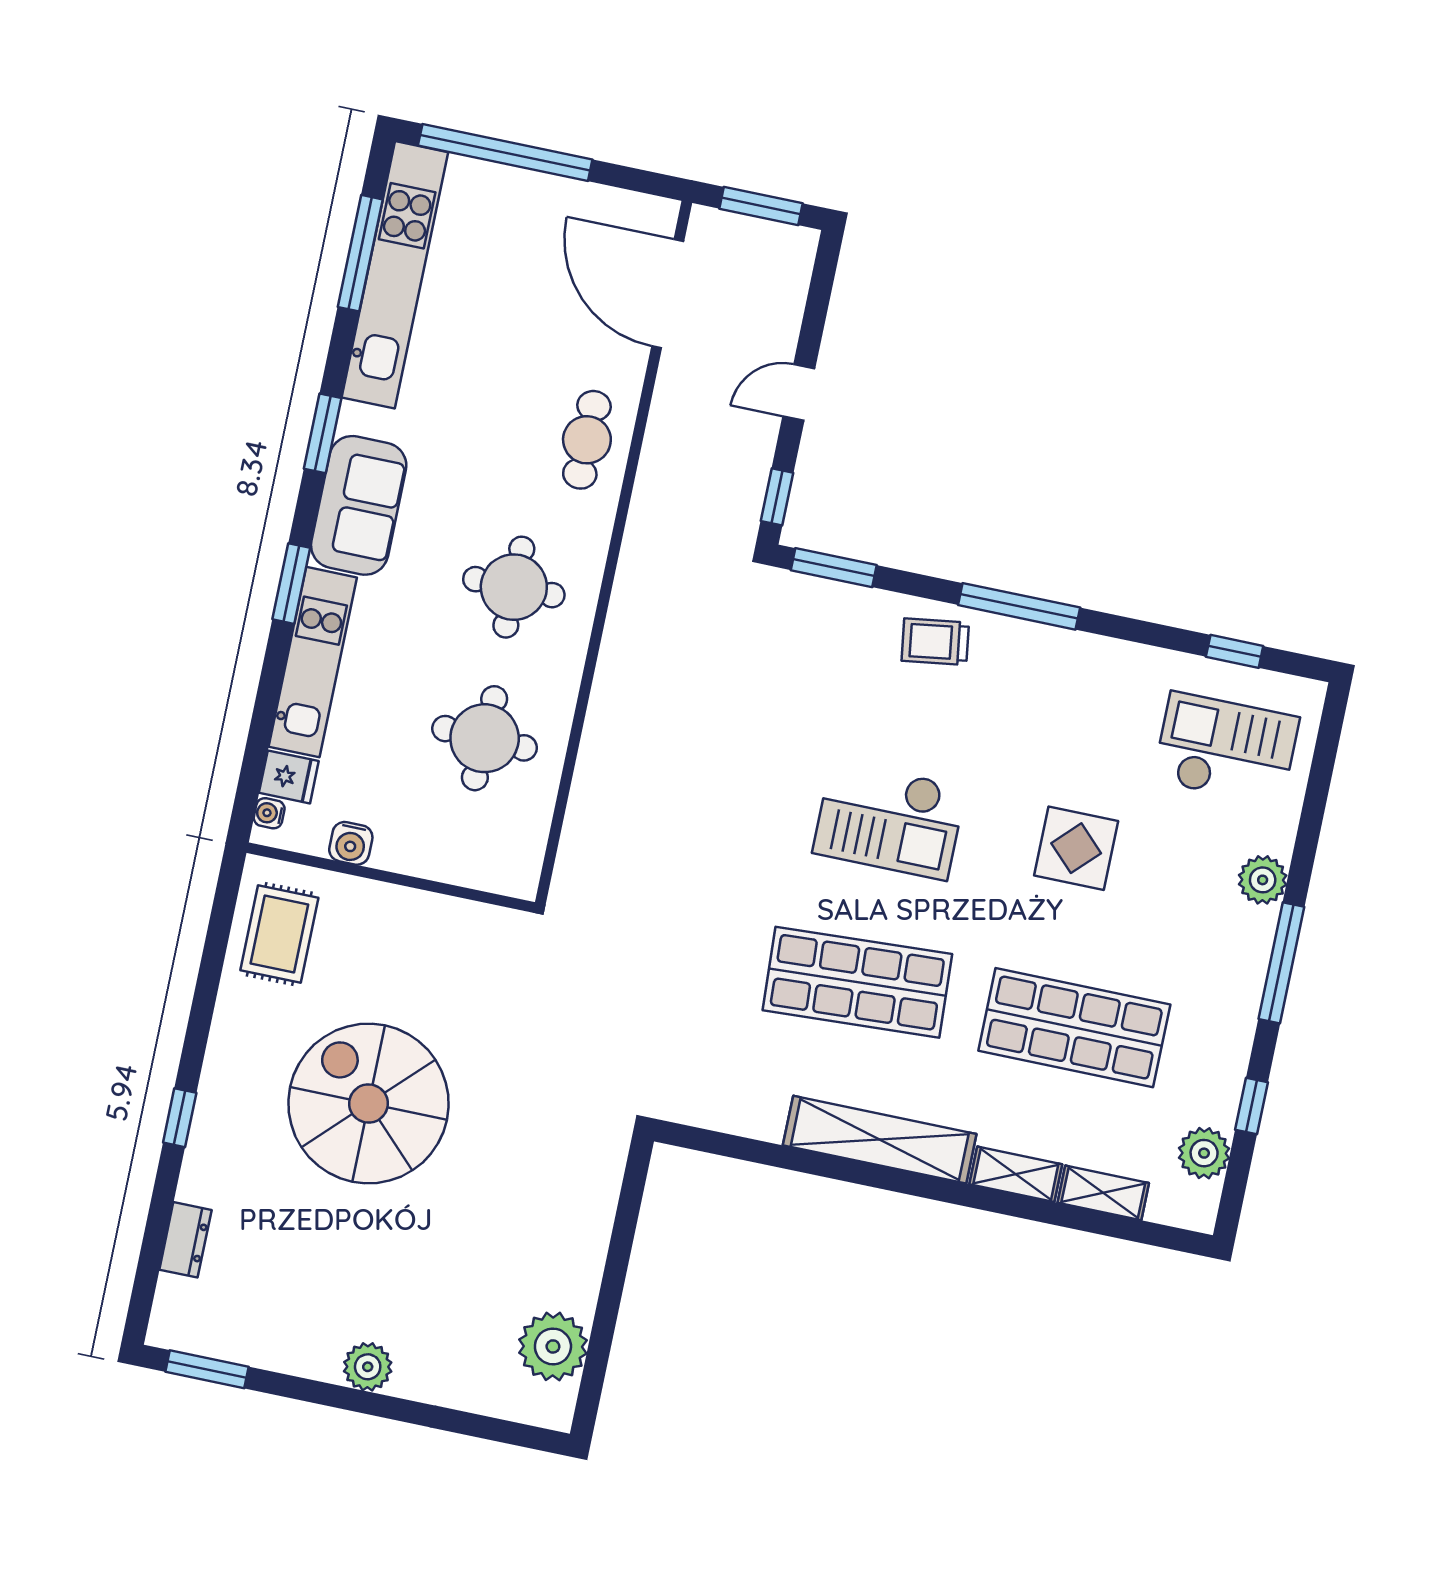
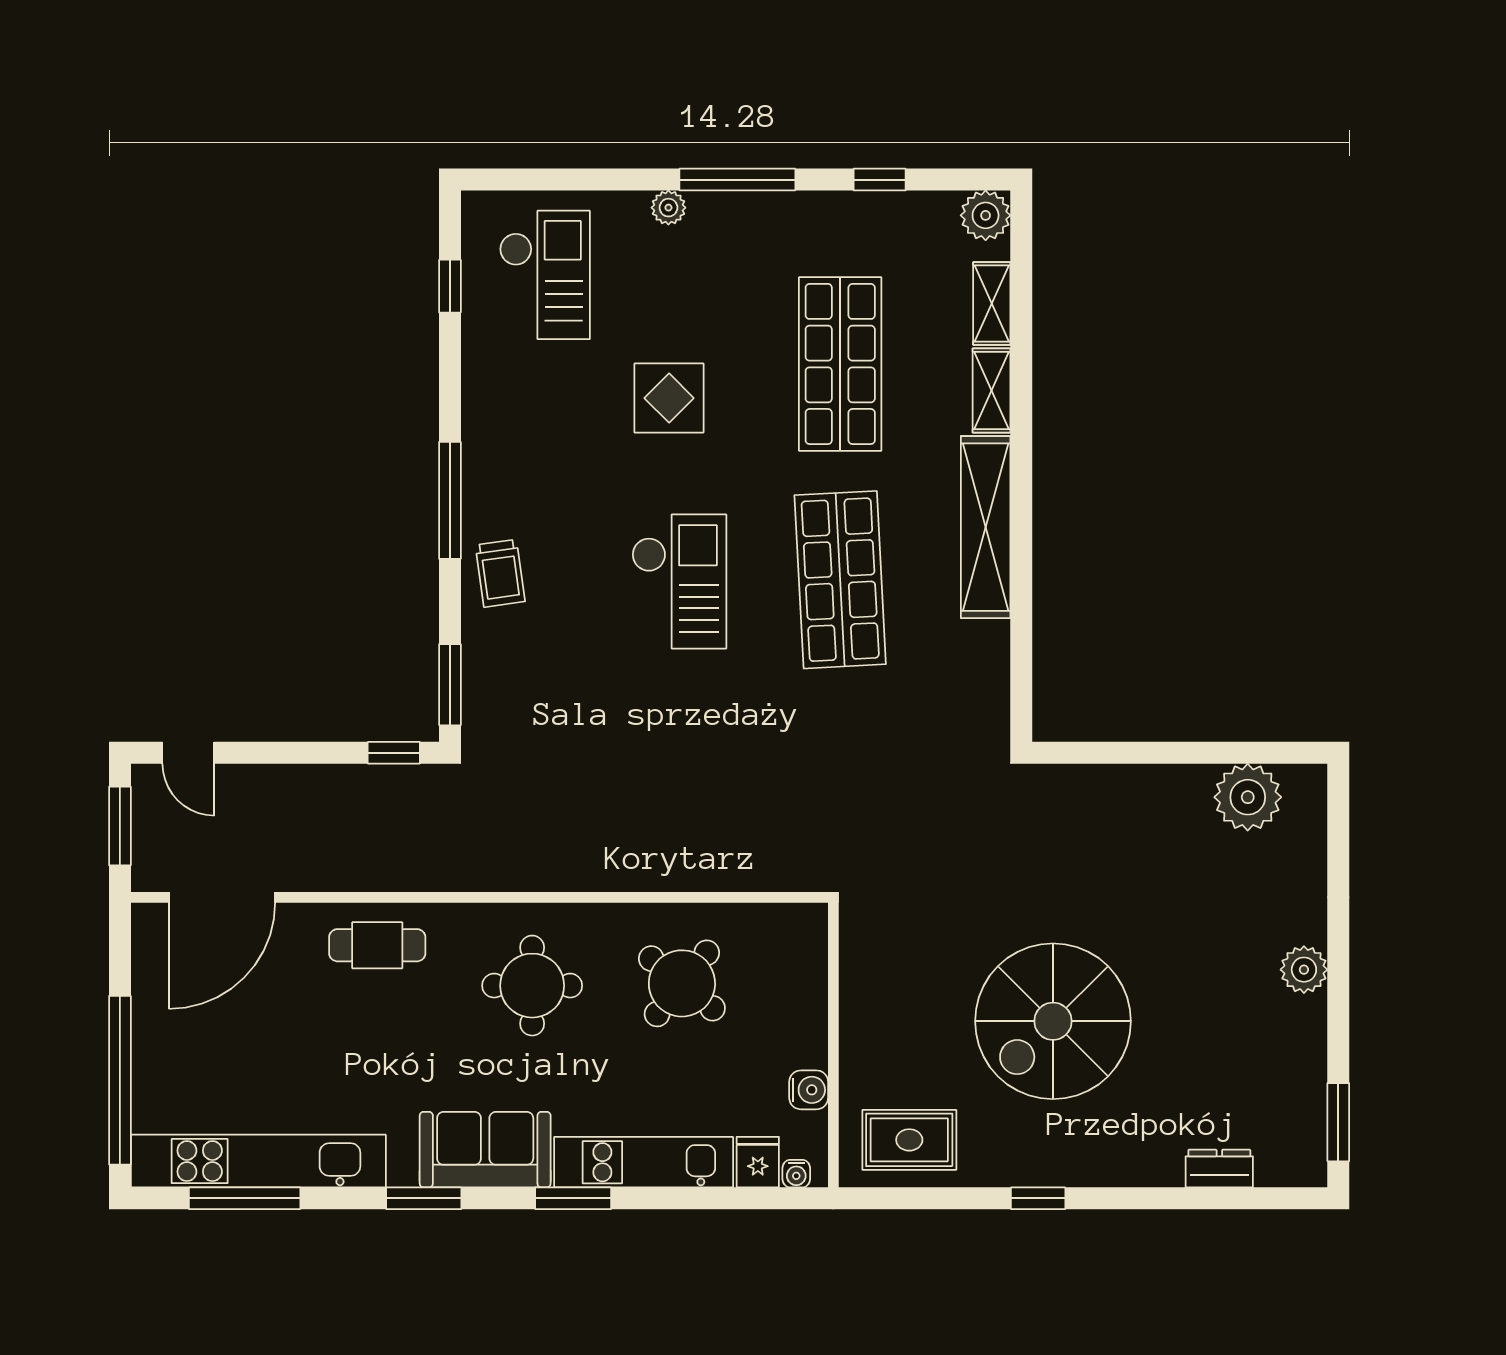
door: (799, 393) -> (188, 753), moved
round table: (485, 738) -> (682, 983), turned 37
checkout: (1226, 749) -> (545, 275), turned 180
plant: (1263, 880) -> (668, 208), width x0.73, depth x0.73
window: (180, 1118) -> (1038, 1198), moved
plant: (1204, 1153) -> (986, 215), moved

